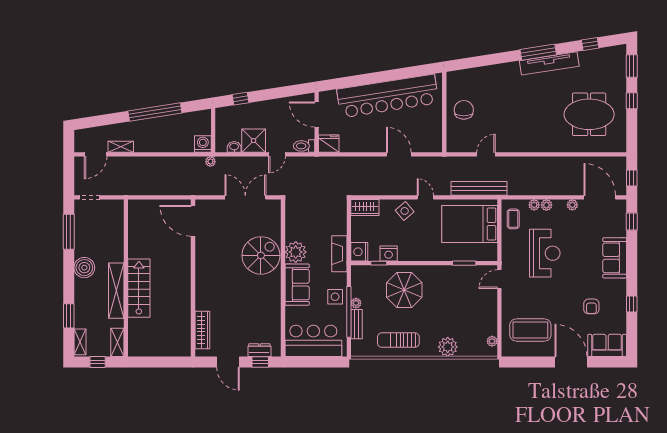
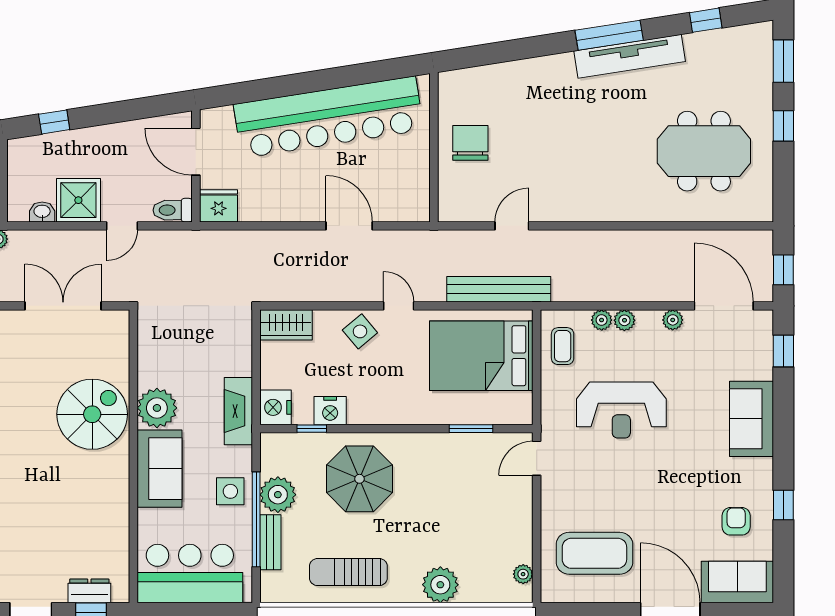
reception desk: (545, 253) -> (621, 410), turned 90
plant: (356, 303) -> (278, 495), width x1.88, depth x1.88
armchair: (591, 306) -> (736, 521), moved, turned 180

